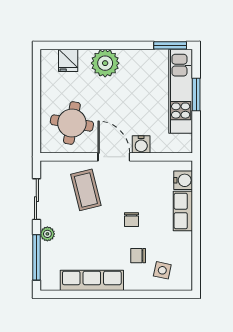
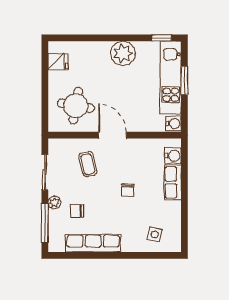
window: (170, 45) -> (162, 38), width x0.67
fridge: (68, 60) -> (58, 62), moved, turned -90
plant: (105, 63) -> (123, 53), moved
water cooler: (141, 144) -> (173, 124), moved, turned -90
coffee table: (86, 190) -> (88, 164), width x0.73, depth x0.77
chair: (138, 256) -> (77, 211), moved

